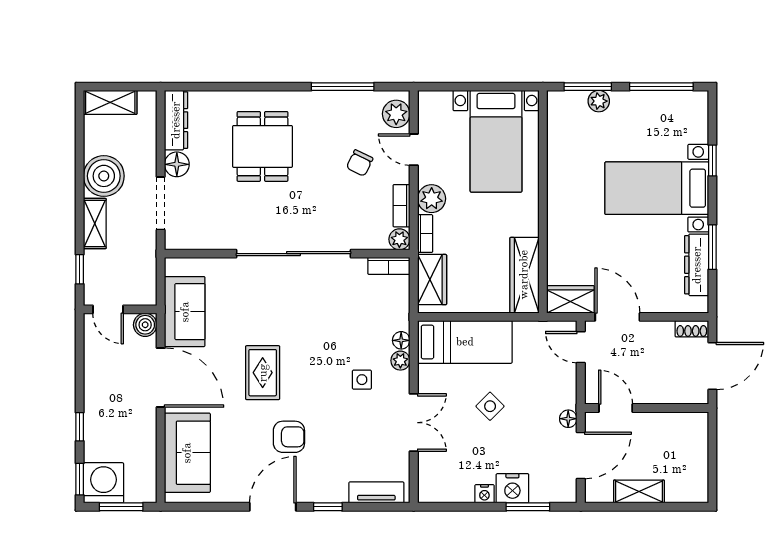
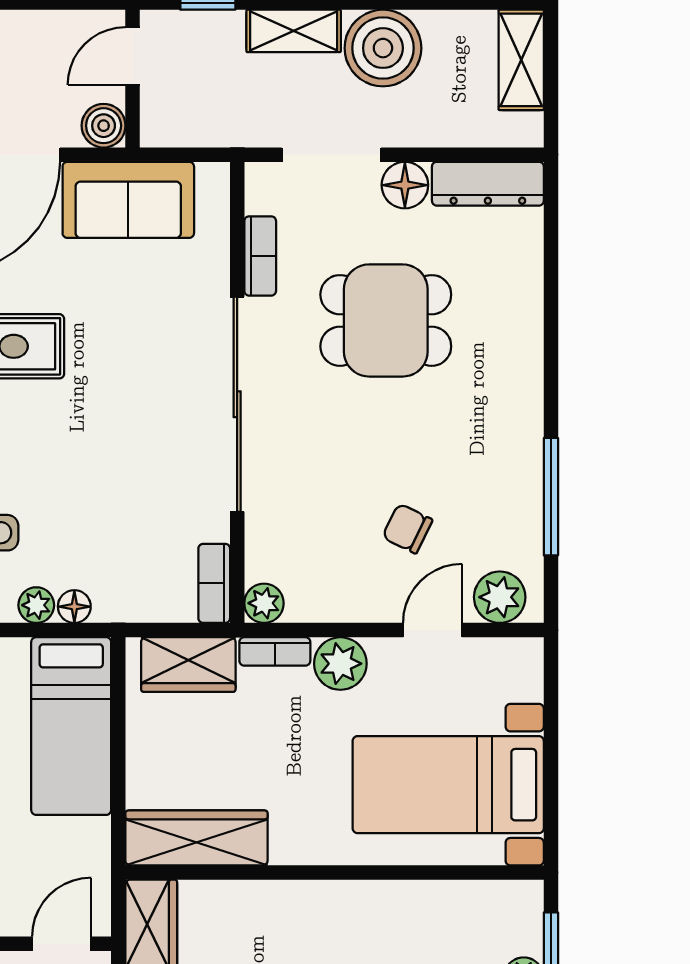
dining table: (263, 146) -> (386, 320), moved
bookcase: (401, 206) -> (260, 256), moved, turned 90

